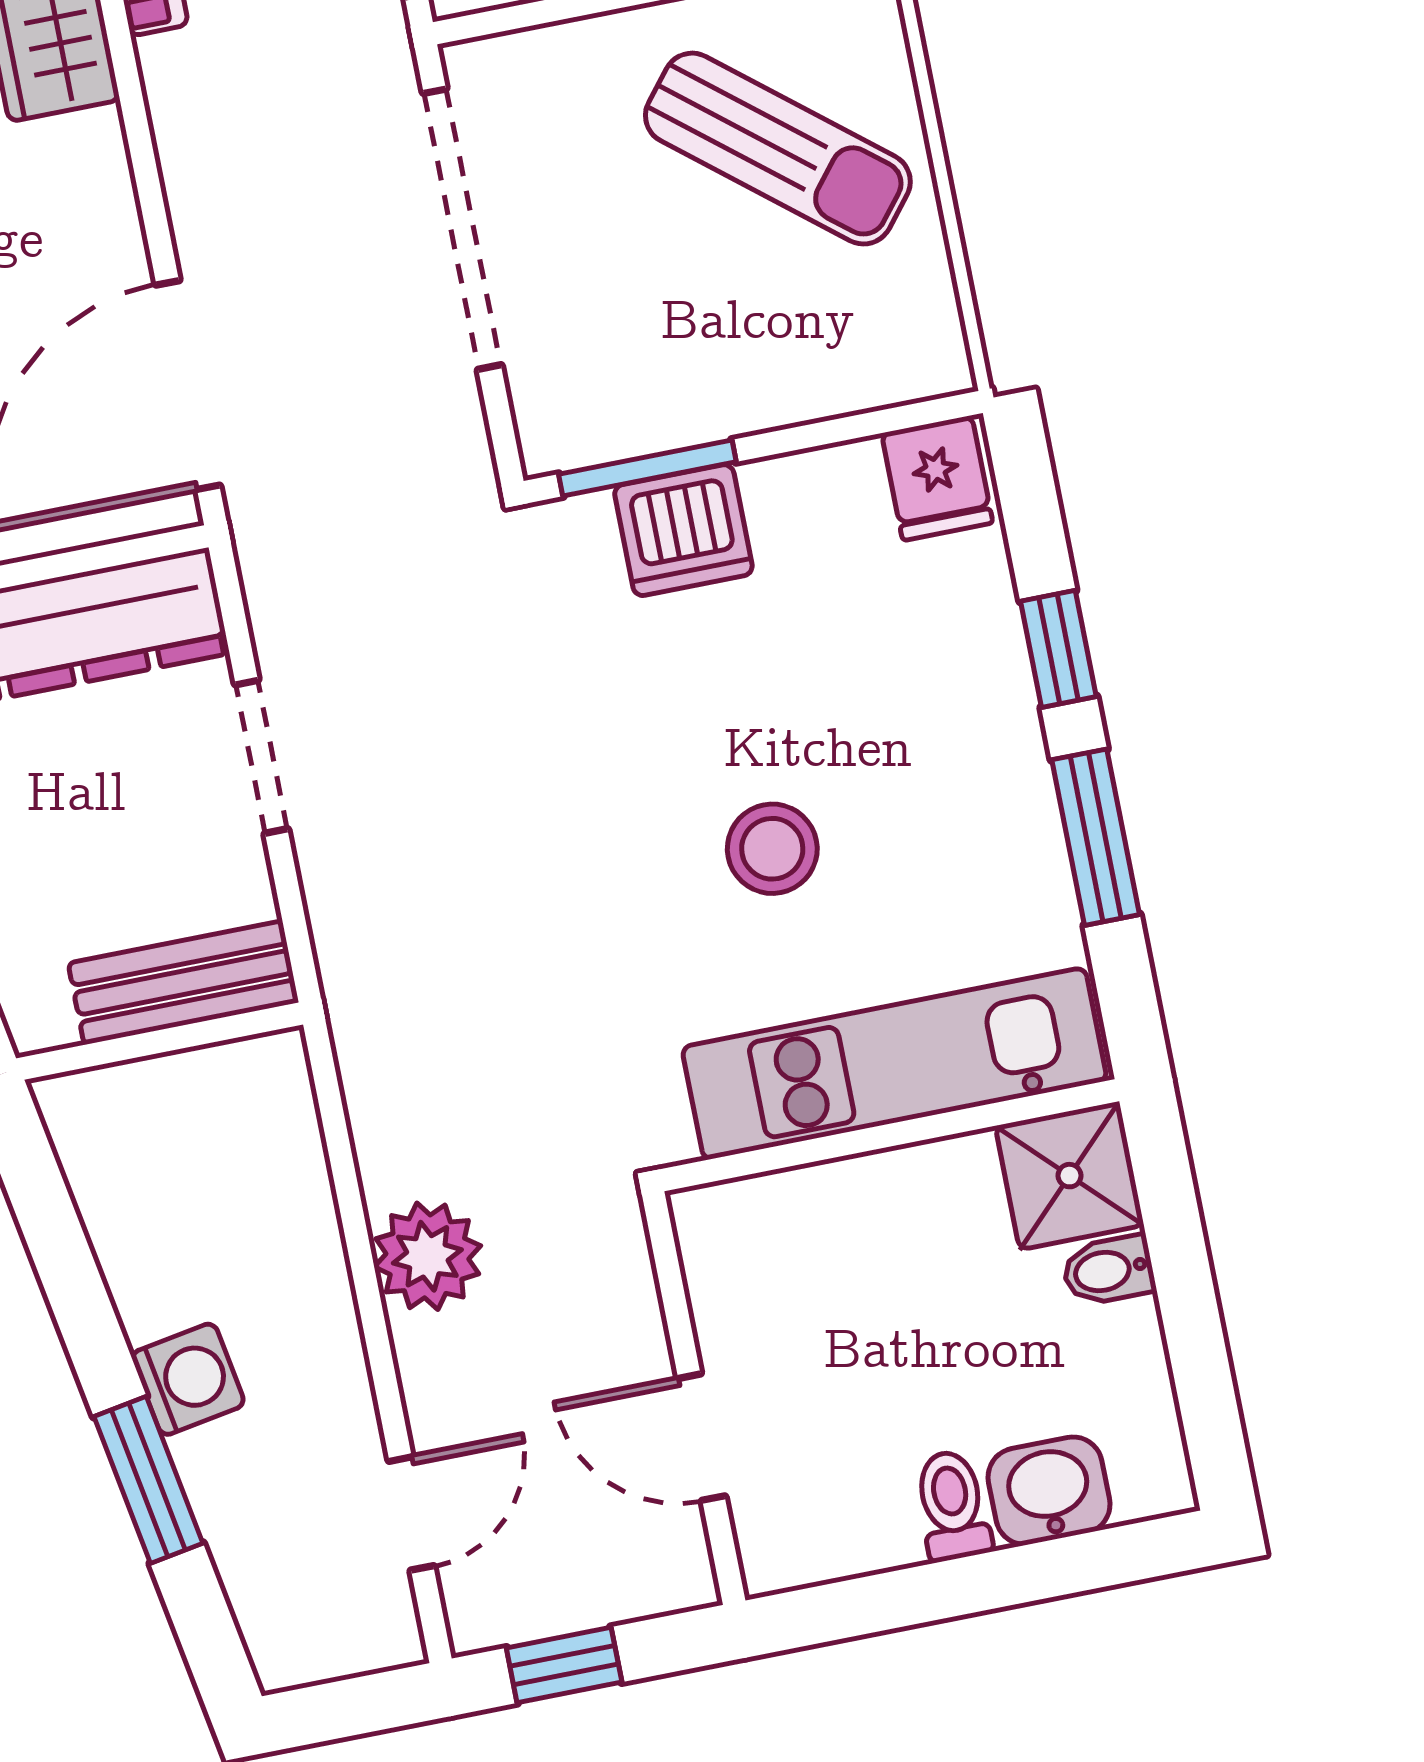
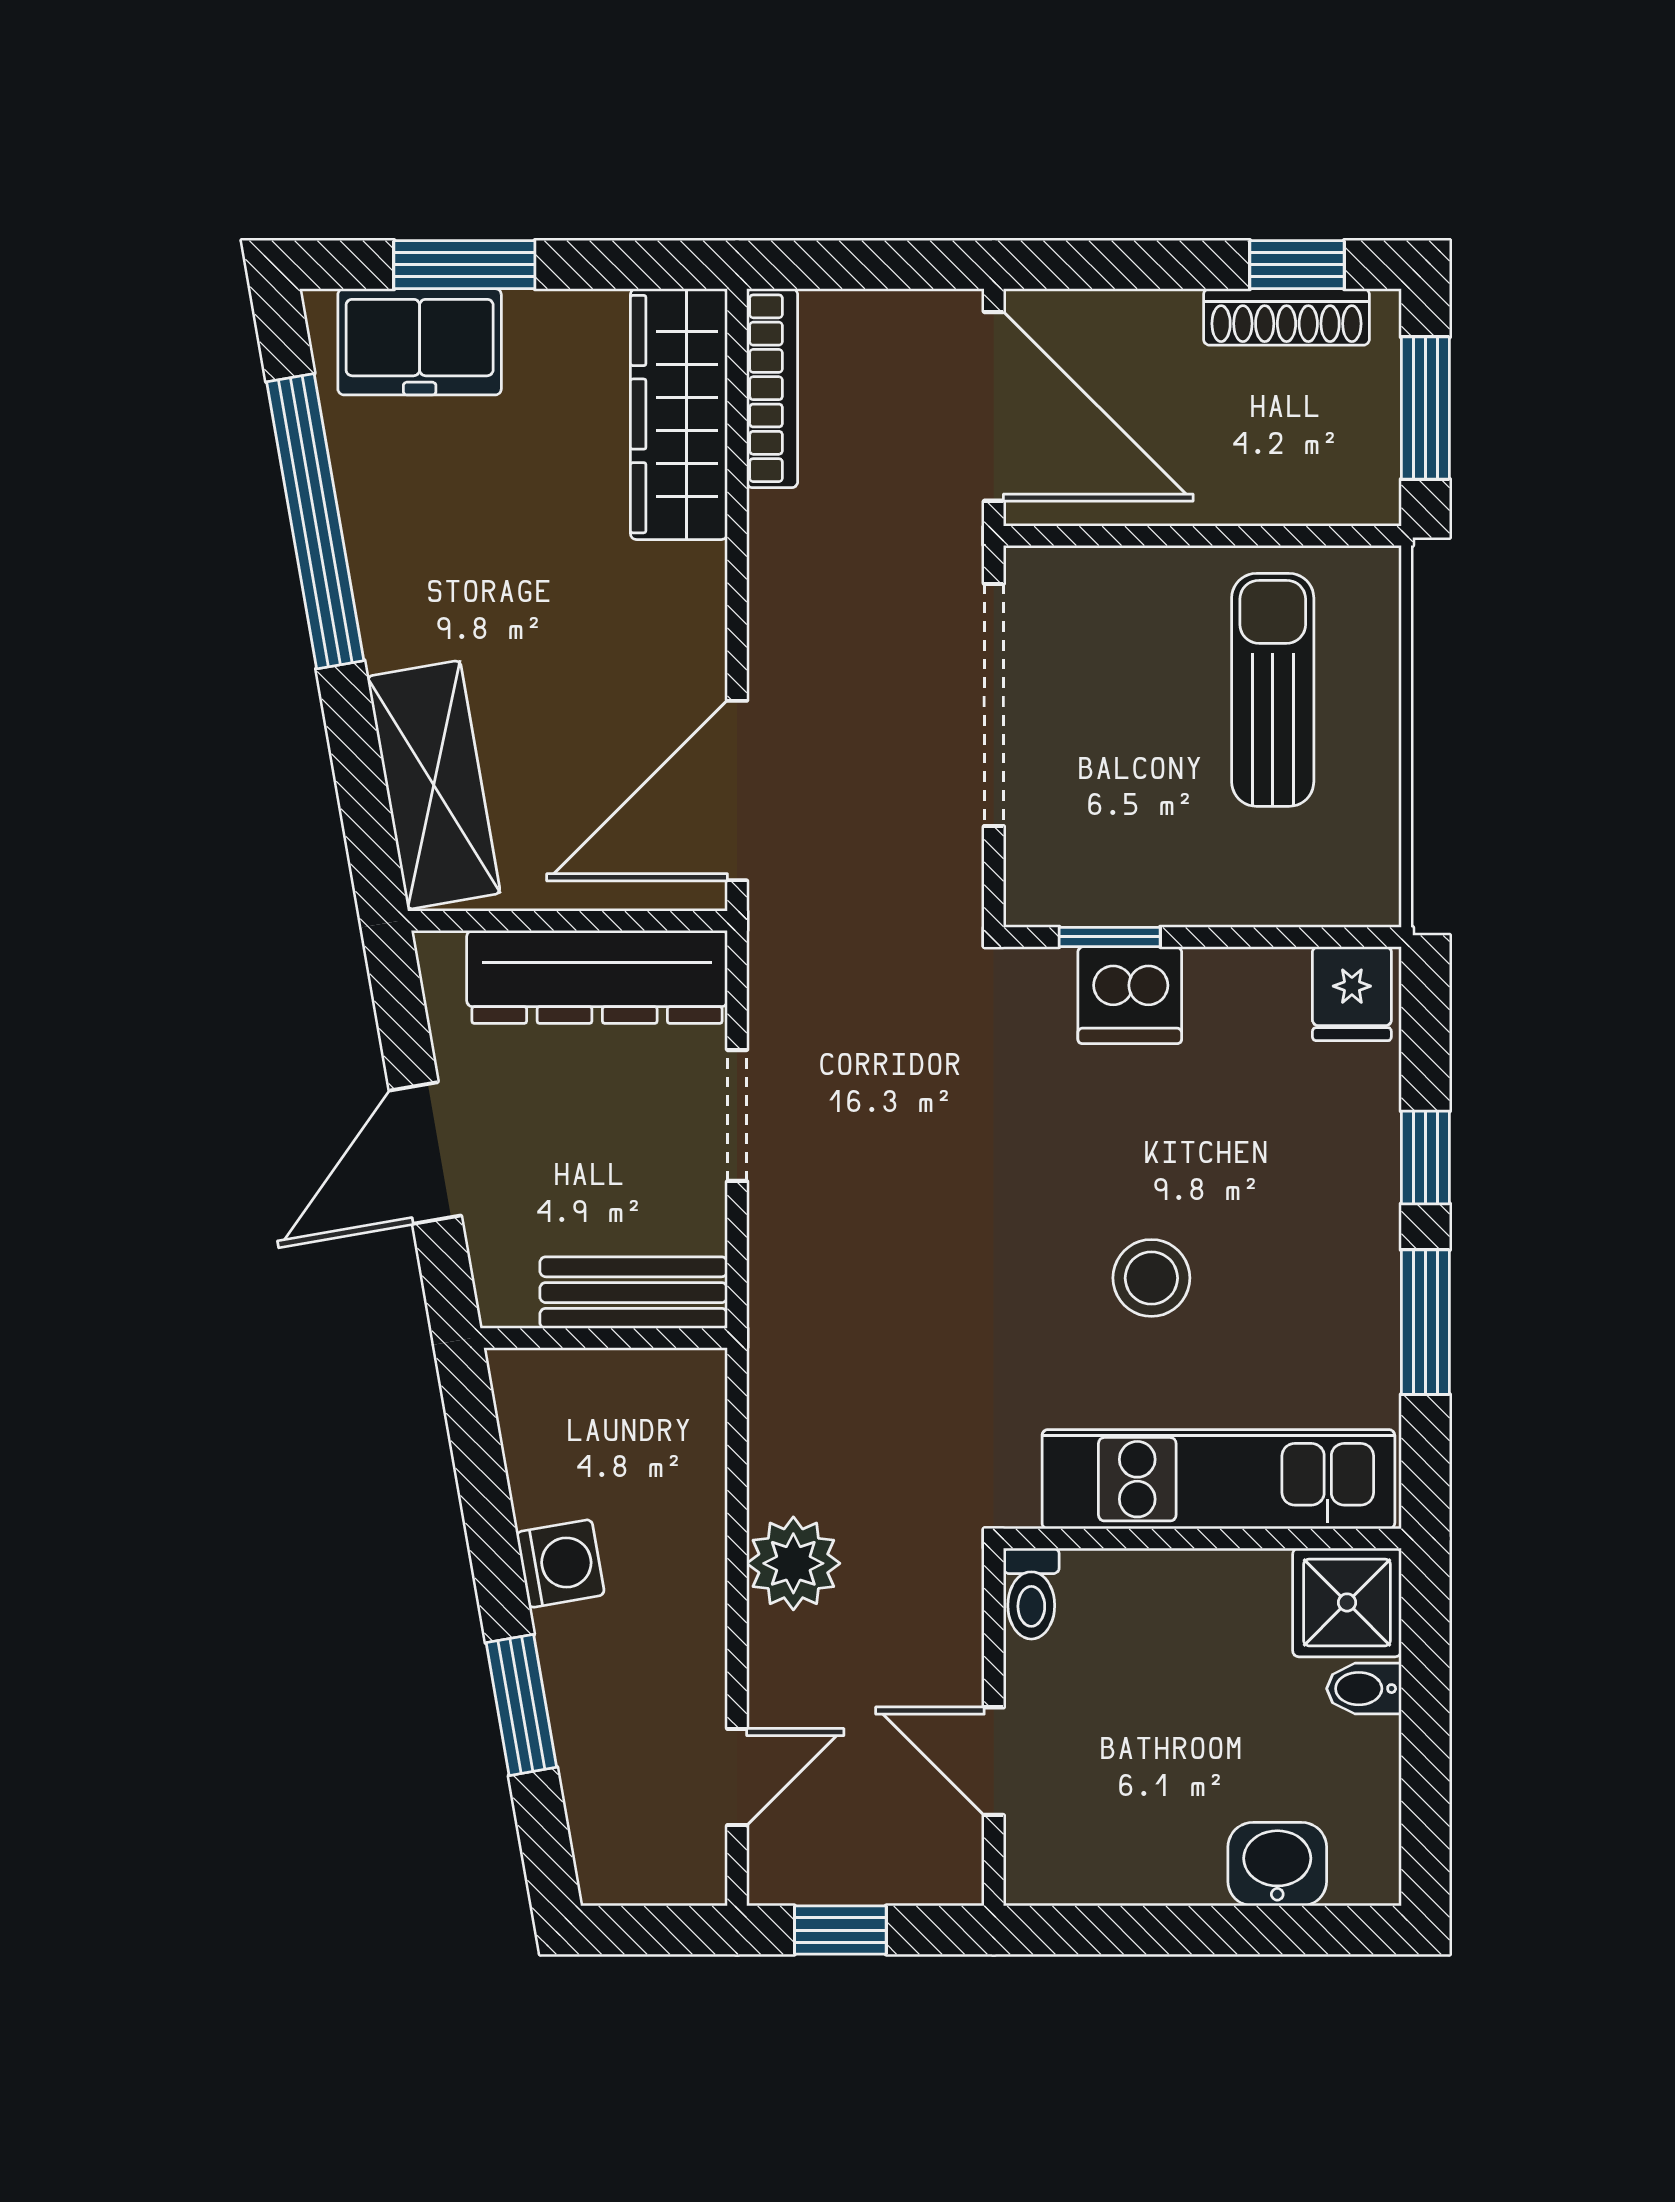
sun lounger: (778, 149) -> (1273, 690), turned -129
window: (647, 468) -> (1110, 937), width x0.67
washing machine: (188, 1379) -> (560, 1564), moved
toilet: (952, 1506) -> (1031, 1594), moved, turned 180

